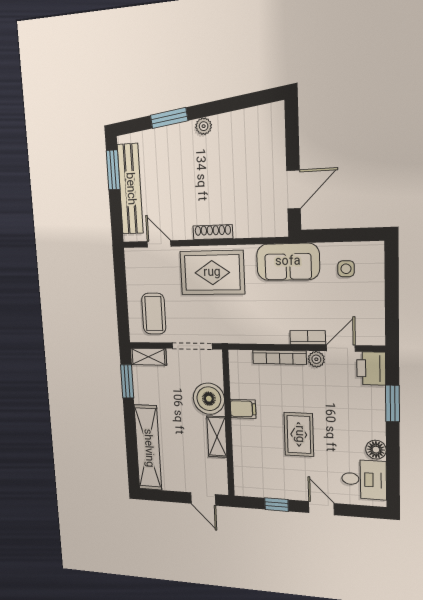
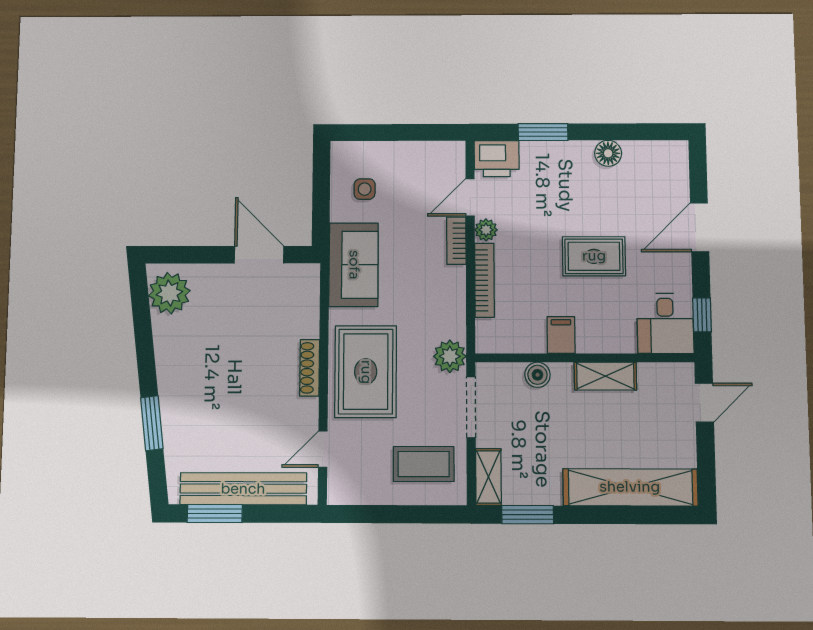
plant: (204, 126) -> (169, 293), moved, width x1.87, depth x1.87
plant: (225, 332) -> (450, 356), added
door: (341, 348) -> (470, 197), hinge flipped
boiler: (209, 399) -> (537, 375), width x0.54, depth x0.54
desk: (364, 479) -> (665, 323), moved, turned 180
window: (277, 505) -> (702, 315), moved
door: (321, 508) -> (700, 227), width x1.38

